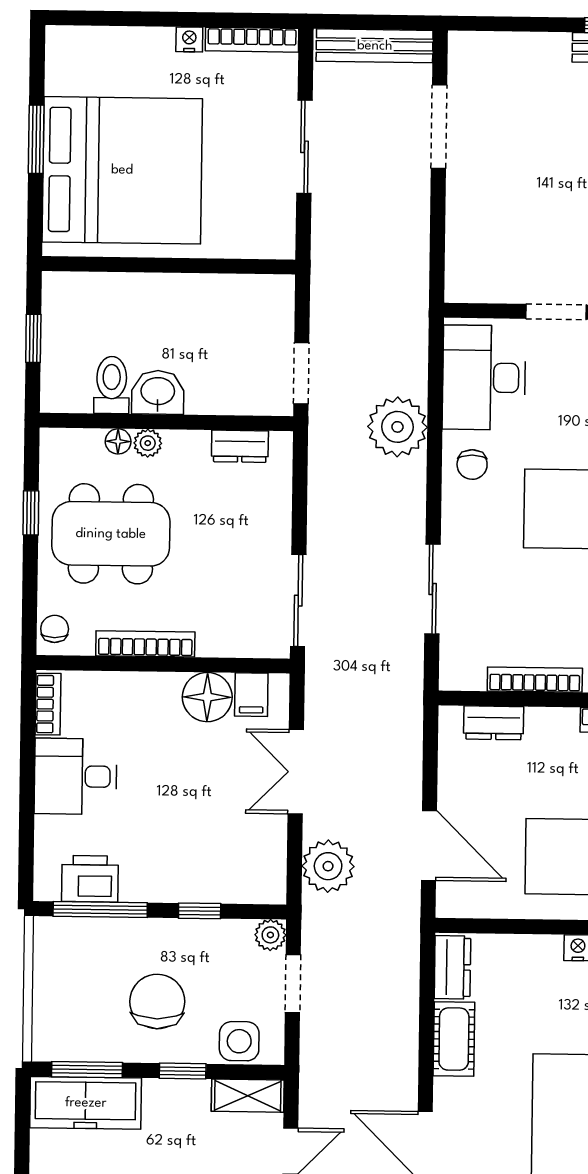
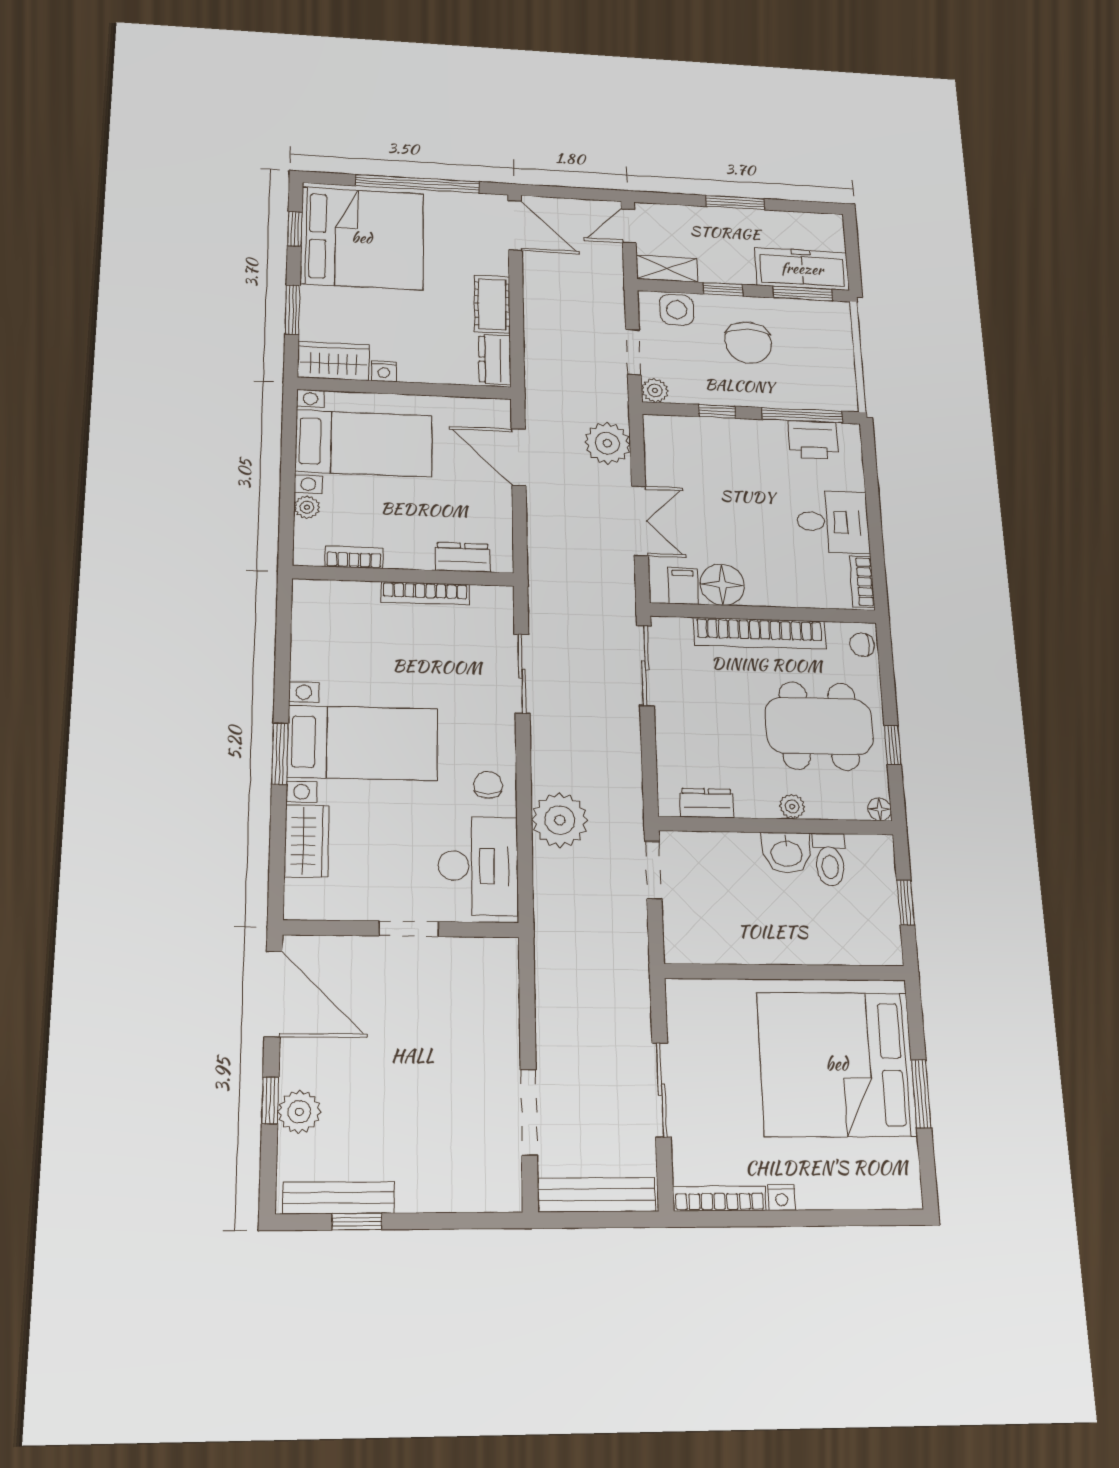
floor lamp: (118, 441) -> (880, 809), moved
chair: (55, 629) -> (862, 645), turned 90
bookcase: (145, 644) -> (760, 633), width x1.48, depth x1.31

